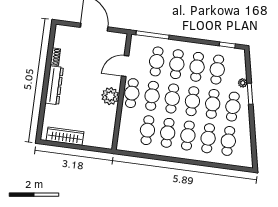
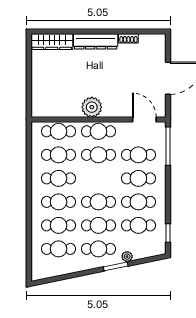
door: (125, 66) -> (144, 119), moved
cafe table: (172, 98) -> (59, 131), moved
wardrobe: (65, 136) -> (52, 42), moved, turned 90

